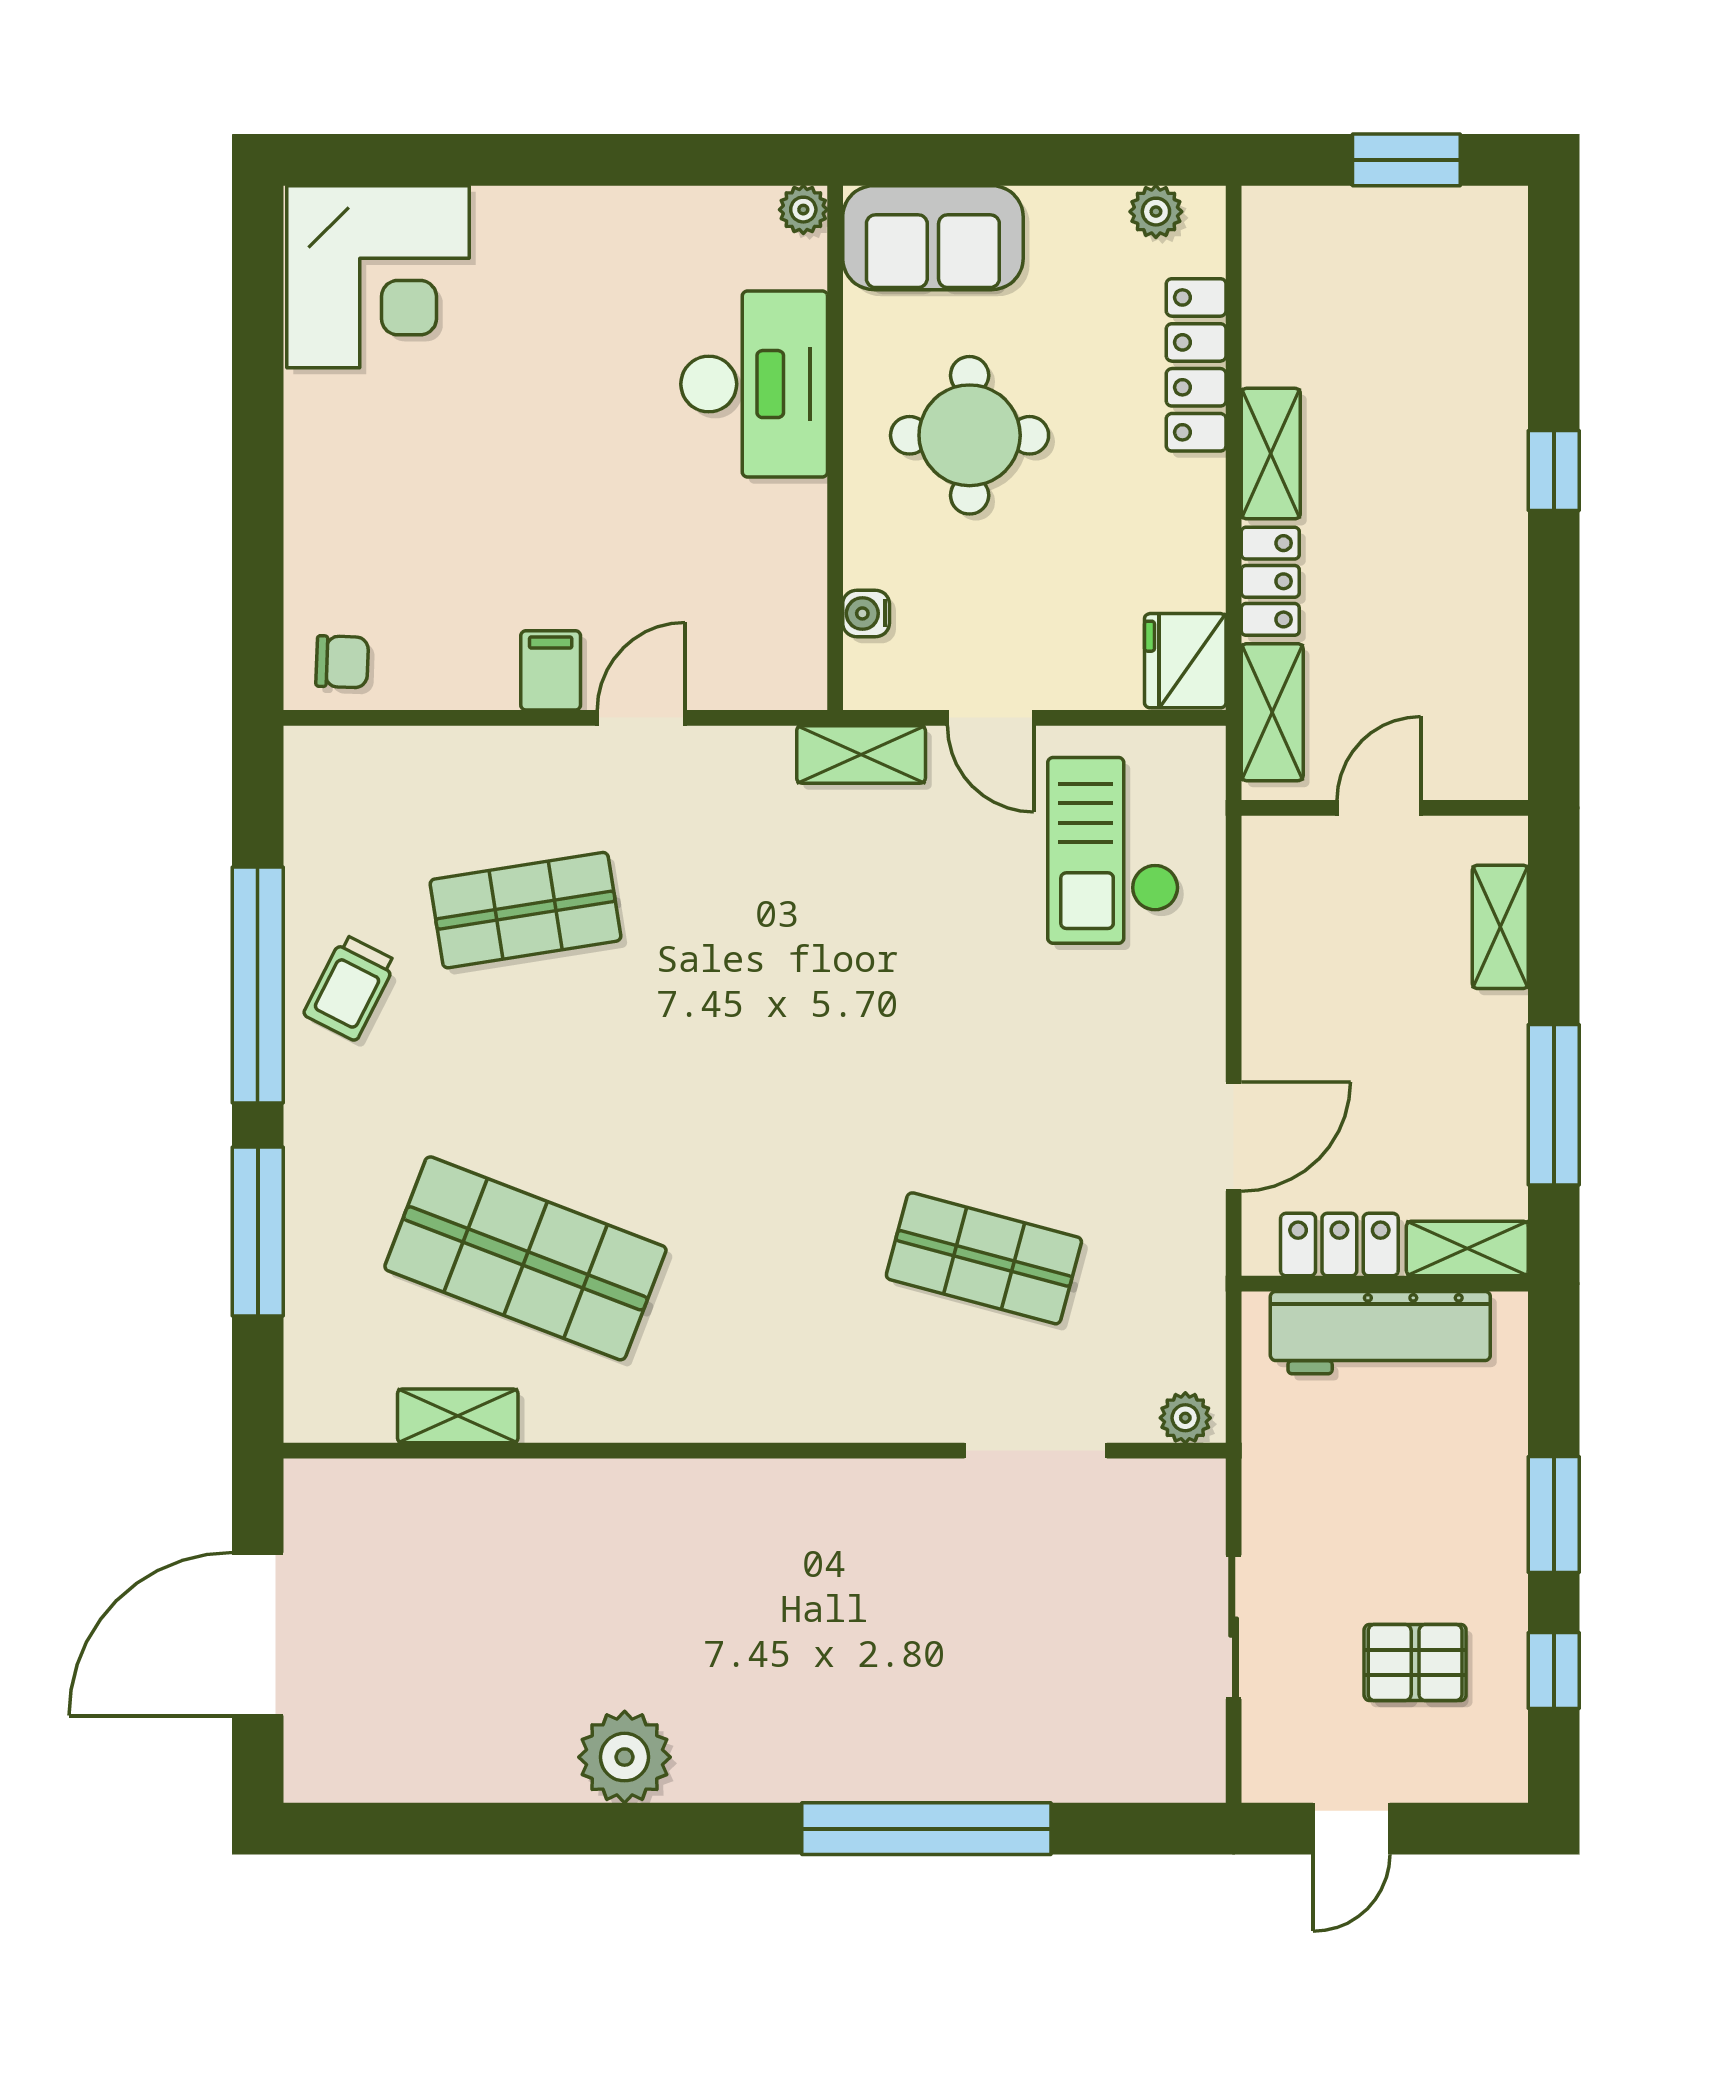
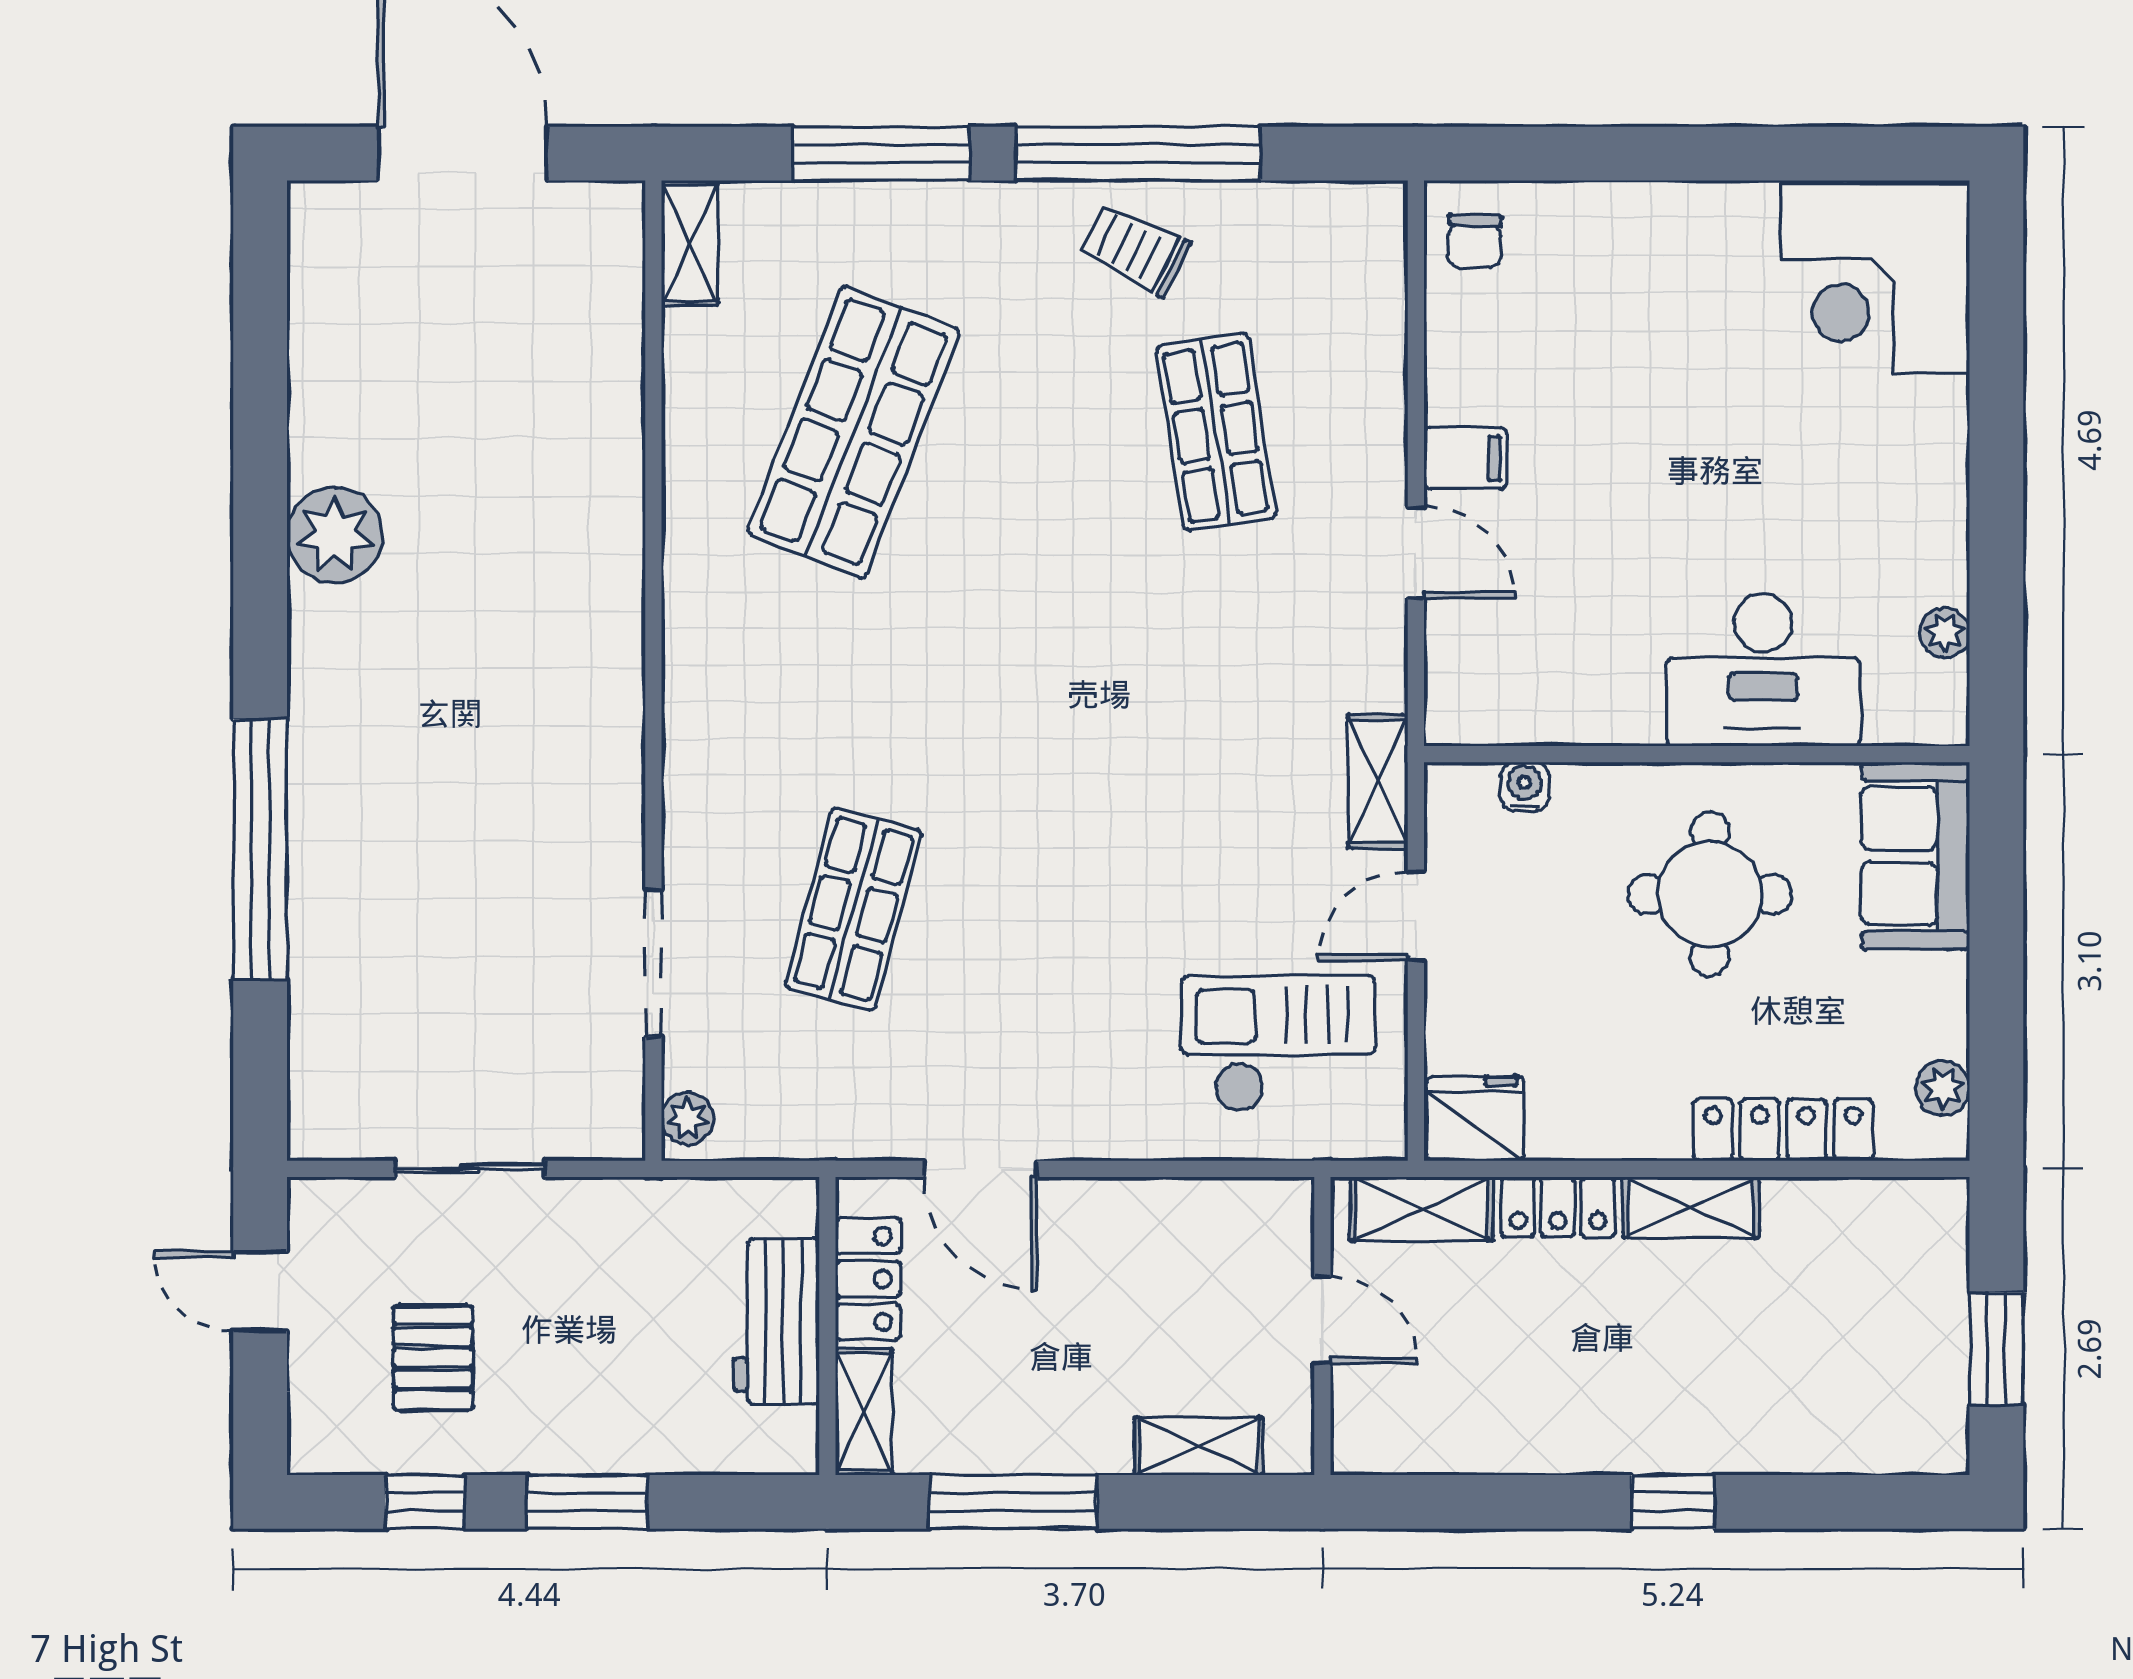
plant: (803, 210) -> (1945, 633), moved
workbench: (1380, 1333) -> (776, 1321), width x0.73
shelving: (458, 1416) -> (690, 243), moved

